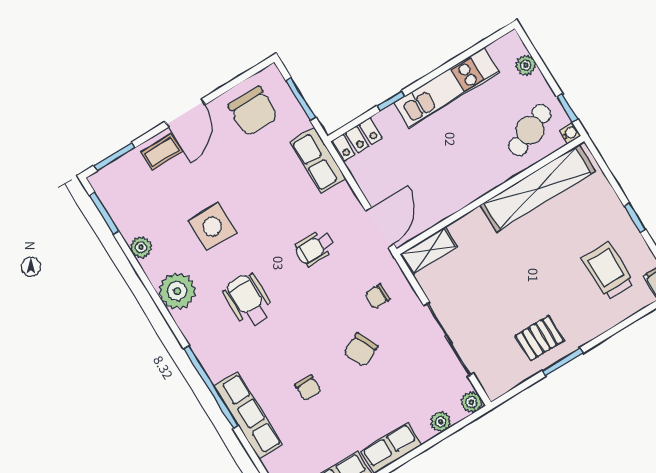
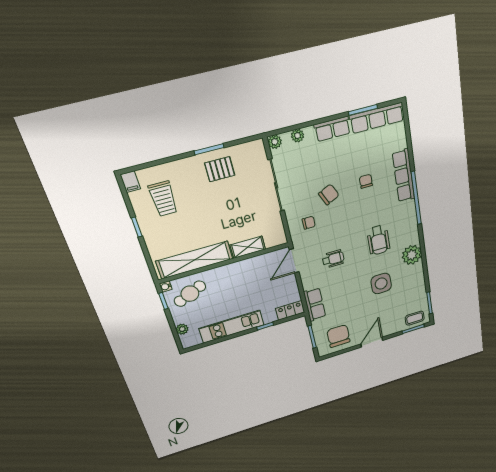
coffee table: (162, 152) -> (415, 318), moved
plant: (141, 247) -> (420, 282), removed
shelving: (429, 251) -> (248, 247), moved

